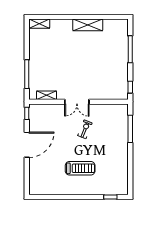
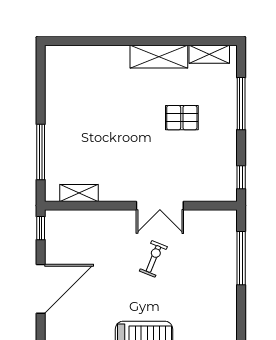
shelving: (39, 24) -> (209, 54), moved
pallet: (100, 56) -> (182, 118), added
double door: (77, 102) -> (160, 206), moved

